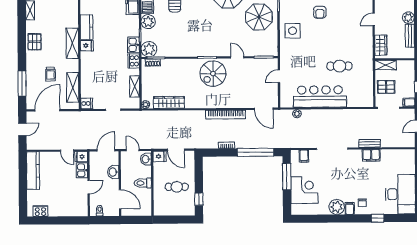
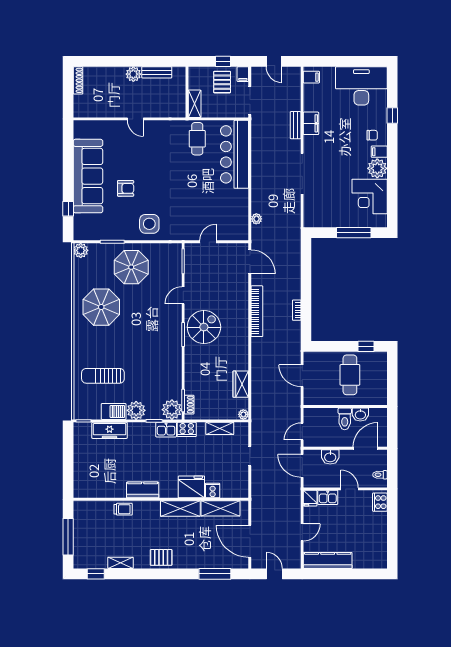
shelving: (72, 43) -> (180, 508), moved
wardrobe: (381, 45) -> (169, 110), removed
fridge: (87, 46) -> (191, 487), moved, width x1.88, depth x1.34
cafe table: (339, 66) -> (197, 139), moved
trolley: (50, 74) -> (123, 509), moved
spiral stairs: (213, 74) -> (204, 327), turned -90
door: (279, 76) -> (208, 242), swing flipped
pallet: (386, 87) -> (222, 82), moved
bar counter: (320, 97) -> (235, 154), moved
wardrobe: (169, 102) -> (241, 384), width x0.67
cooker: (87, 103) -> (213, 491), moved
door: (264, 109) -> (250, 262), hinge flipped
door: (176, 150) -> (302, 376), swing flipped
door: (67, 151) -> (302, 532), moved
window: (256, 152) -> (306, 273), removed
fridge: (160, 156) -> (310, 397), removed
filing cabinet: (304, 156) -> (311, 77), moved
washbasin: (146, 159) -> (360, 415), moved
window: (287, 177) -> (354, 233), moved
cafe table: (177, 187) -> (350, 375), width x1.37, depth x1.35
corner desk: (304, 190) -> (370, 197), moved, turned -90
cooker: (40, 211) -> (380, 502), moved

